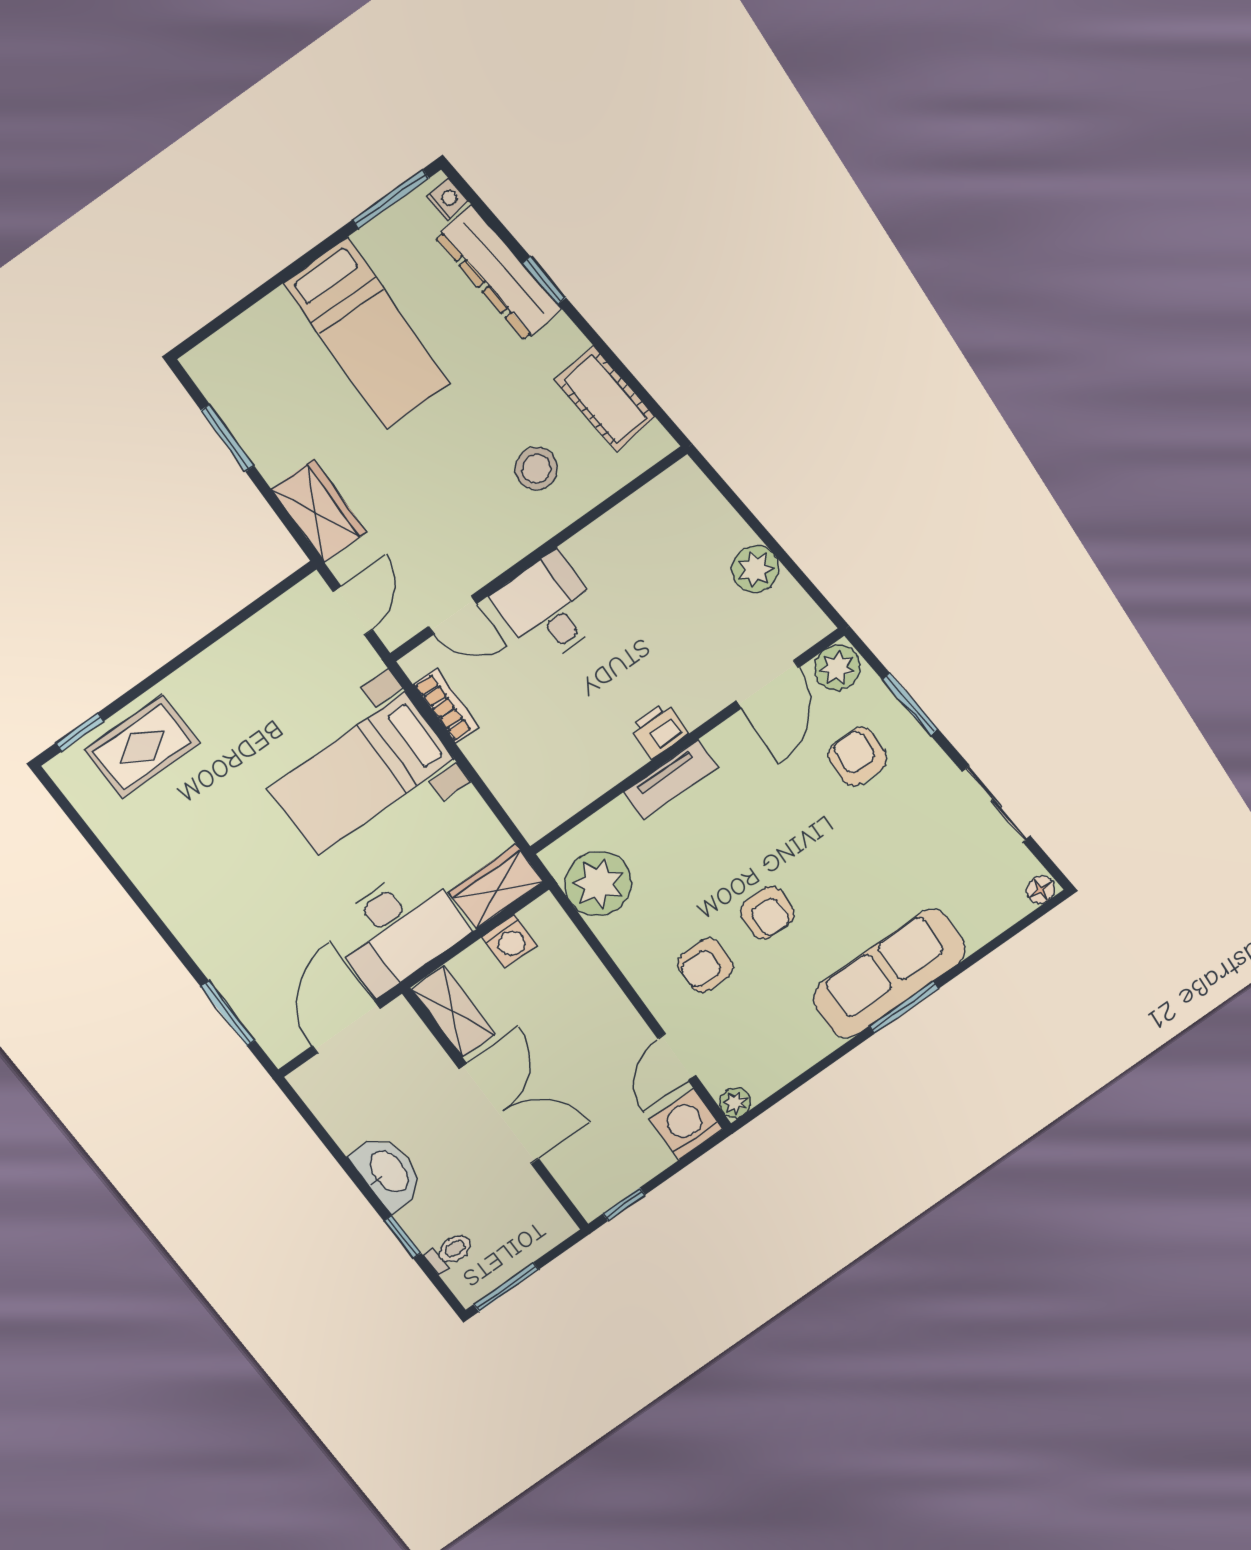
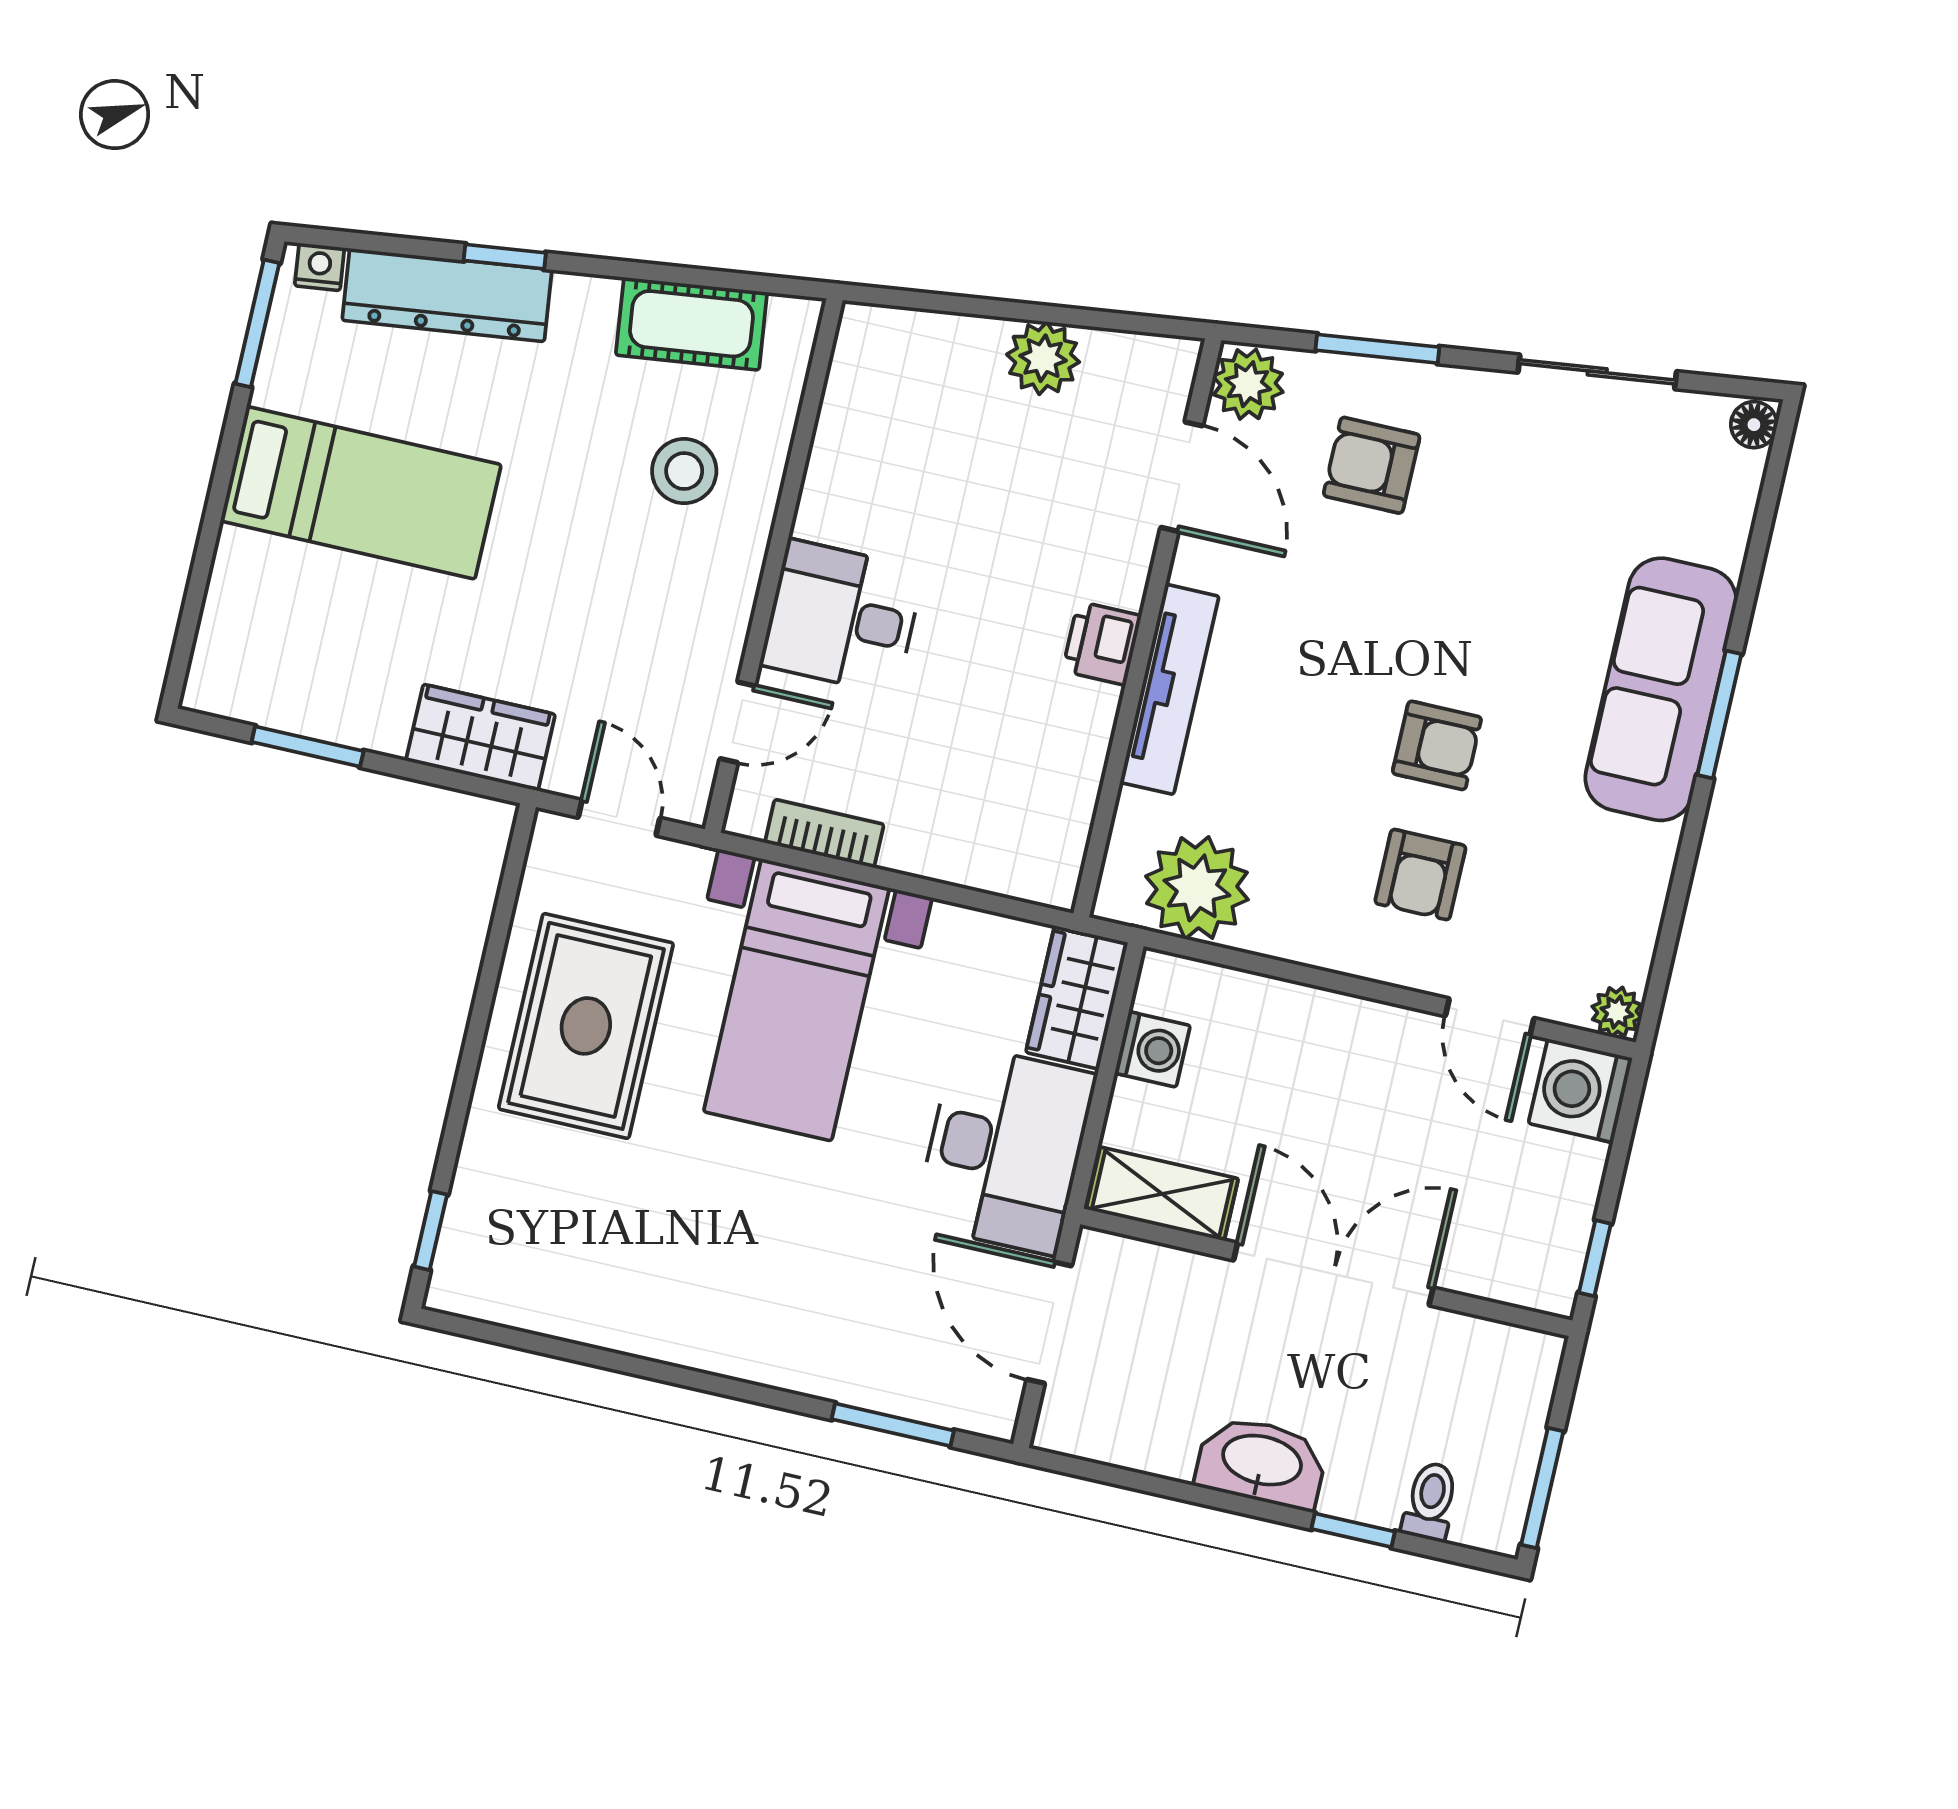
rug: (142, 747) -> (586, 1026), moved, width x1.36, depth x1.43
tv unit: (670, 780) -> (1170, 689), width x1.41

